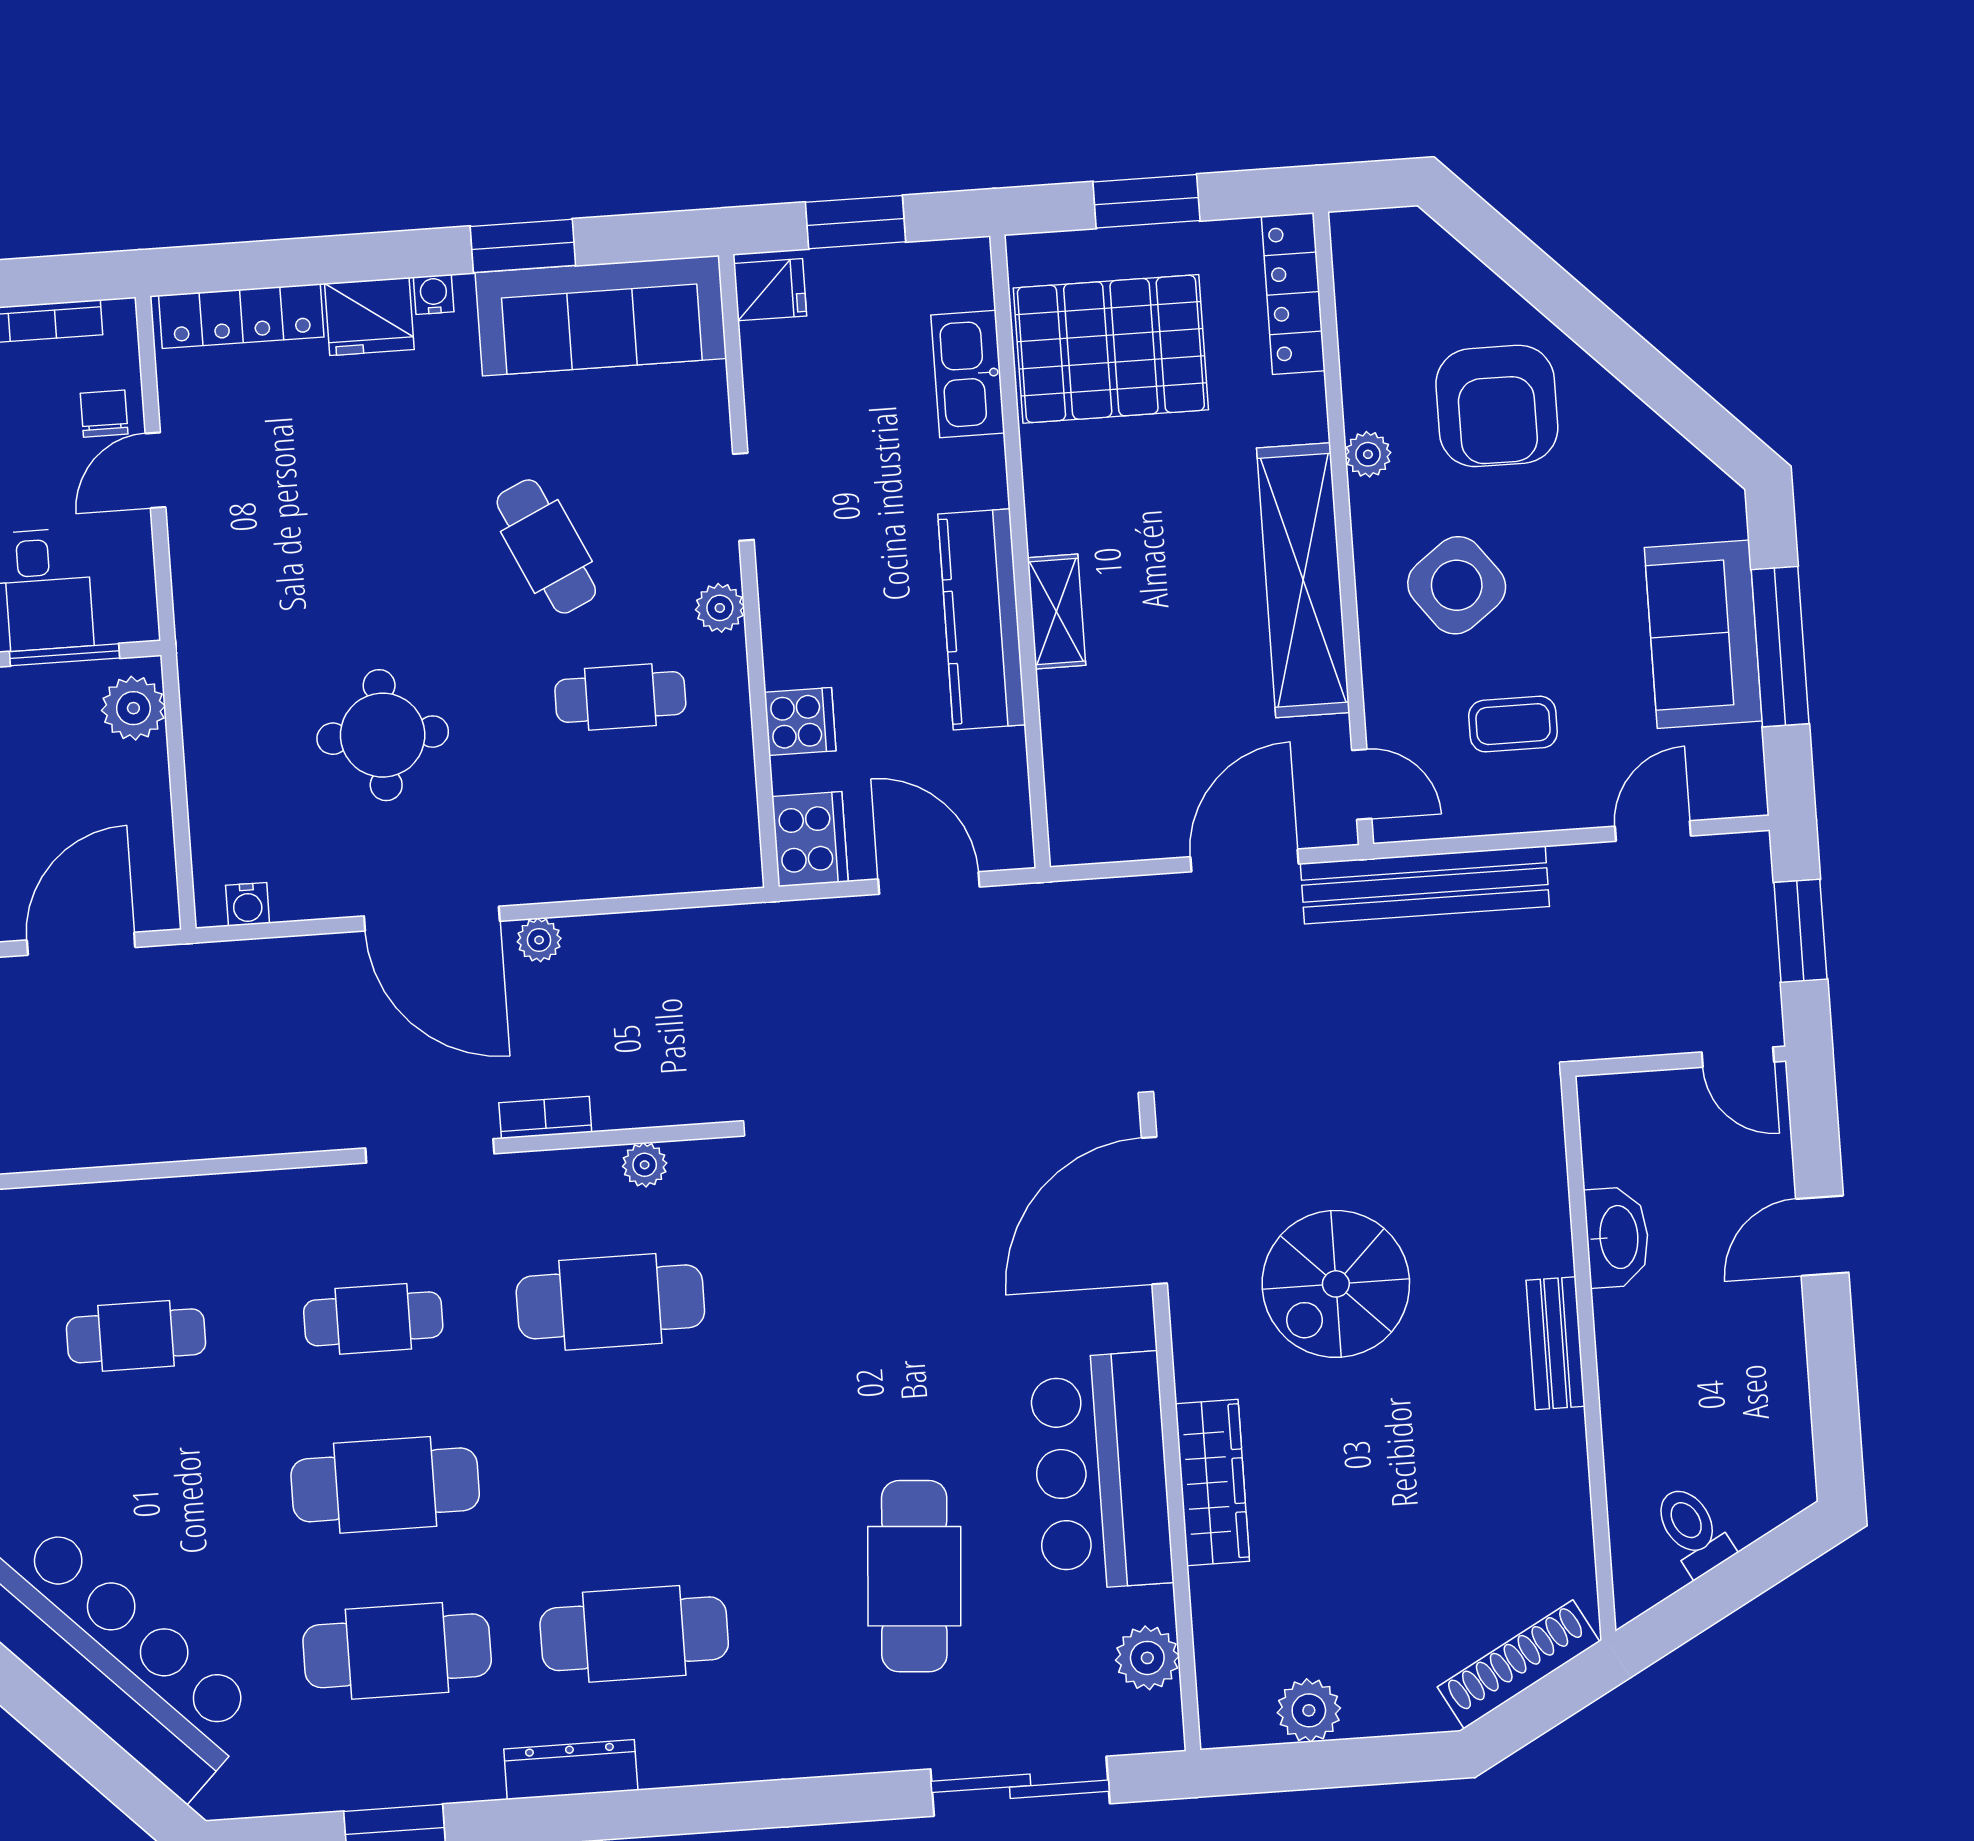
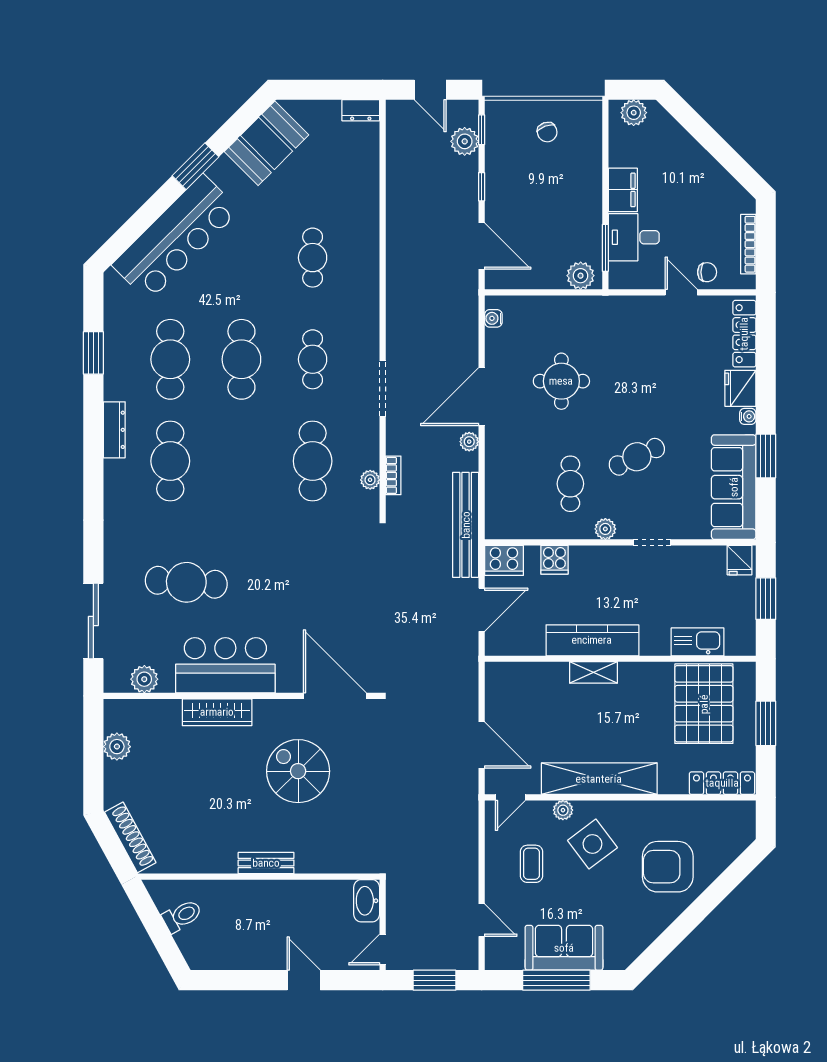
plant: (1368, 454) -> (563, 810), moved
bench: (1425, 885) -> (466, 525), moved
bookcase: (545, 1117) -> (393, 475), moved
washbasin: (1617, 1237) -> (367, 901), moved, turned 90

